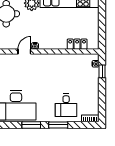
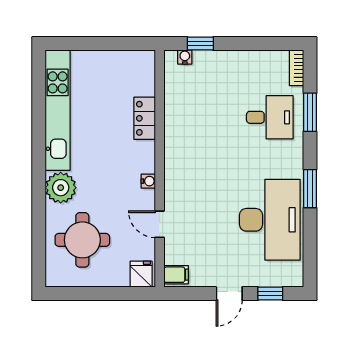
locker: (77, 44) -> (145, 118), moved
door: (24, 51) -> (160, 224), moved
window: (58, 125) -> (310, 112), moved

